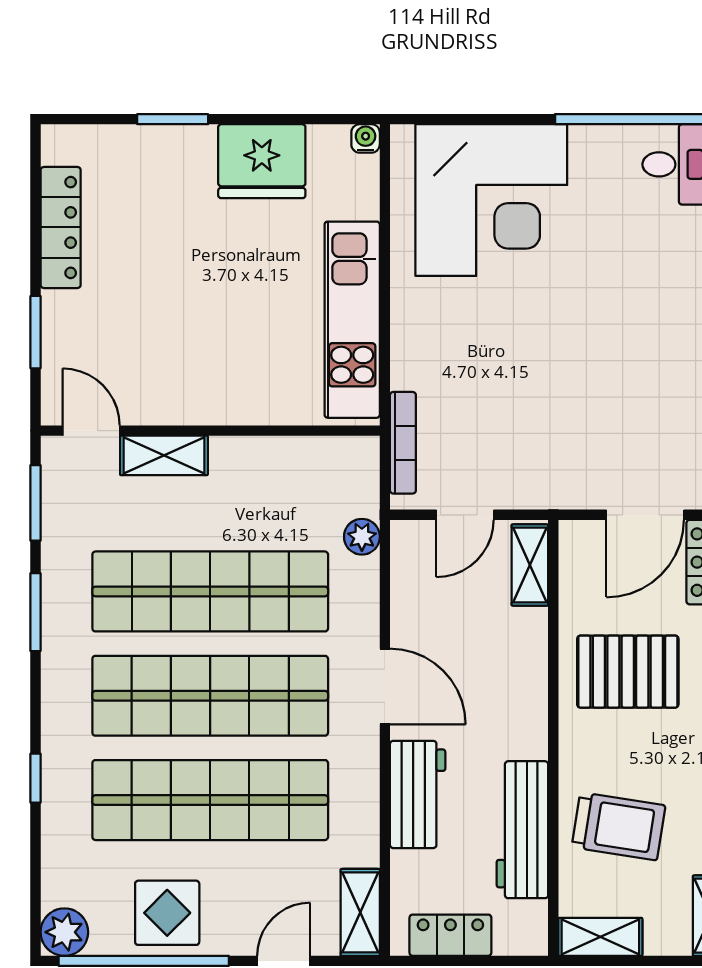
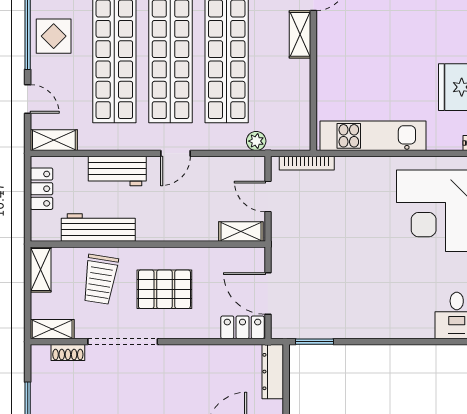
pallet: (628, 672) -> (164, 289), moved, turned 90
door: (385, 687) -> (175, 153), width x0.73

